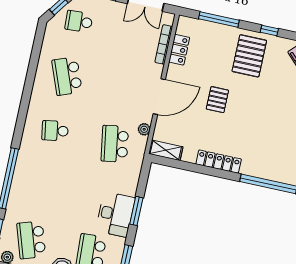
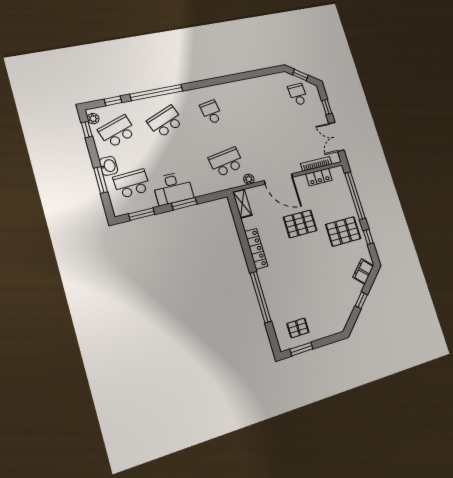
window: (219, 20) -> (355, 196), width x1.46
school desk: (67, 76) -> (165, 122), moved
pallet: (217, 100) -> (300, 224), width x1.50, depth x1.42

